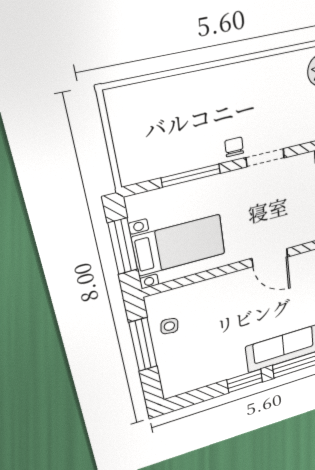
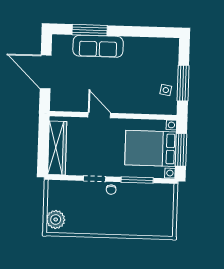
bed with nightstands: (179, 245) -> (151, 148), width x1.36
window: (245, 381) -> (127, 31), removed

